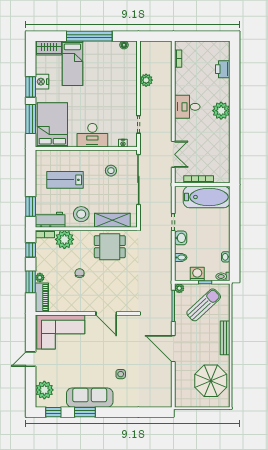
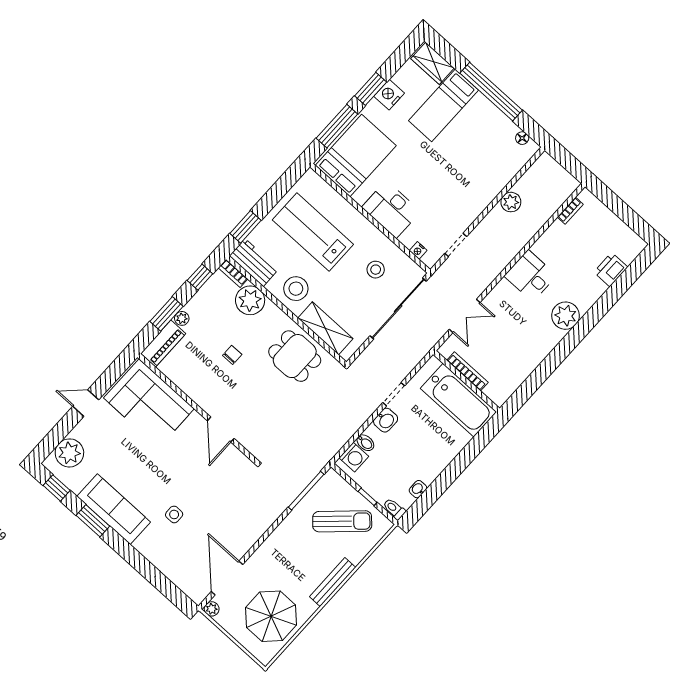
lab bench: (65, 180) -> (313, 232), width x1.36, depth x1.39
washing machine: (197, 274) -> (354, 457), moved, turned 90
plant: (179, 288) -> (212, 609), moved
door: (173, 349) -> (227, 578), moved

